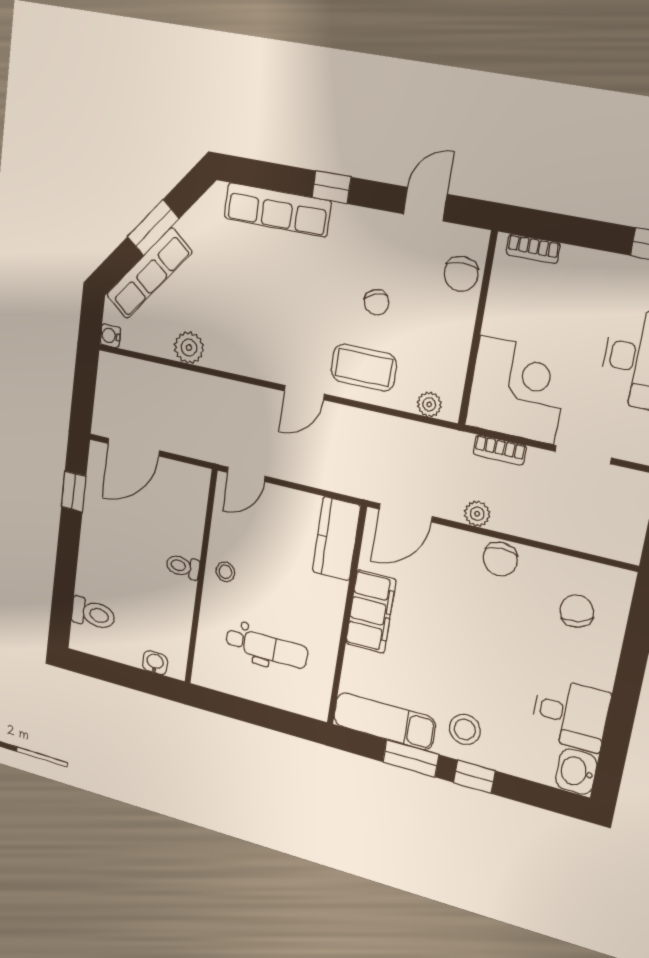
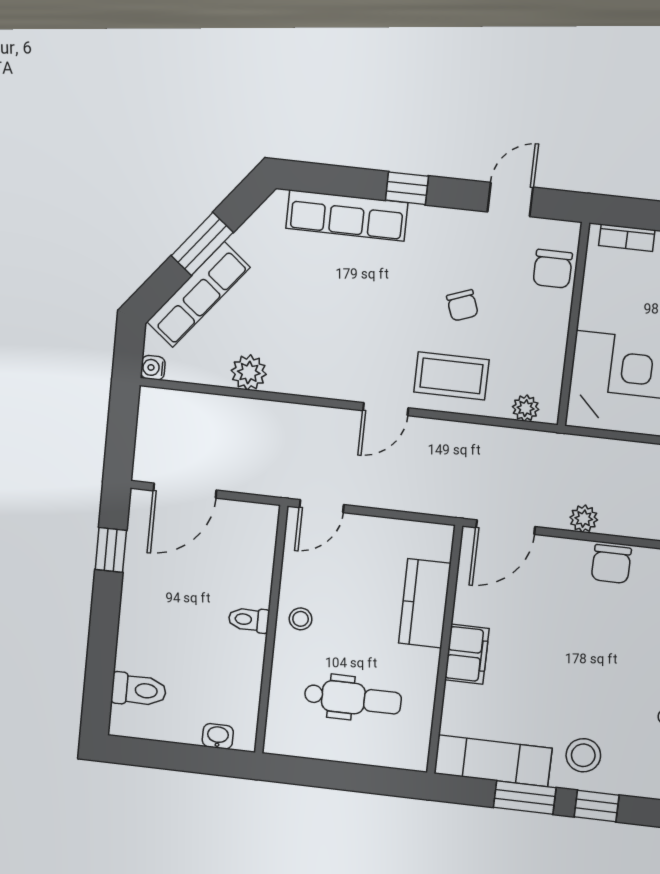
bookcase: (500, 450) -> (604, 448), removed
kitchen counter: (336, 539) -> (425, 603), moved
filing cabinet: (371, 612) -> (467, 654), width x0.67, depth x0.86

